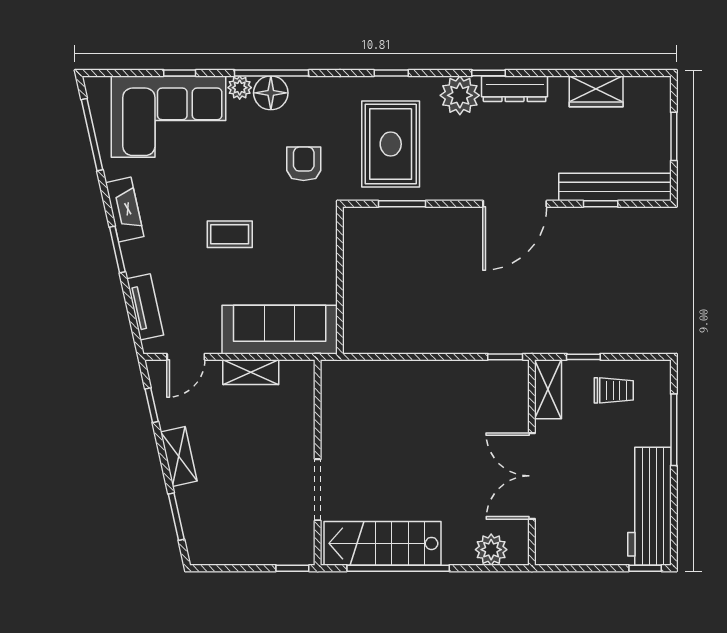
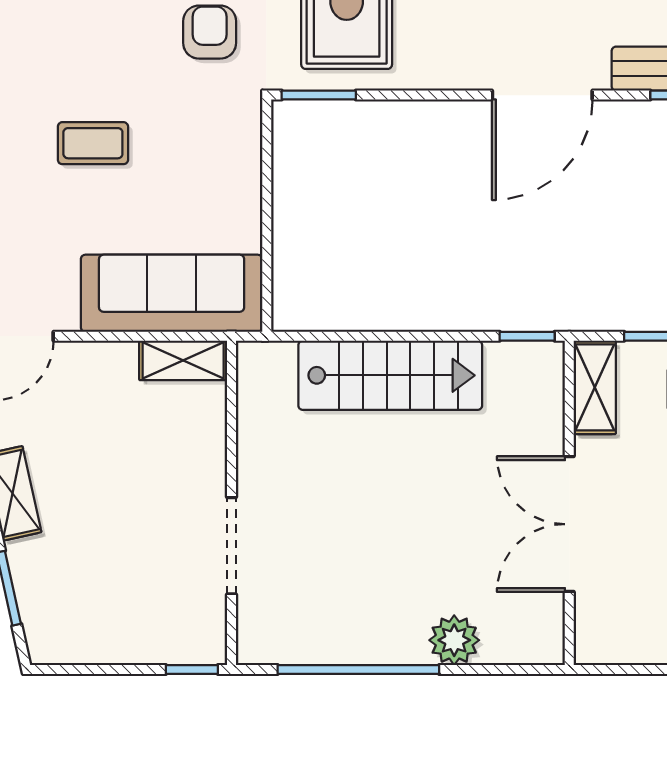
window: (402, 204) -> (319, 95), moved
shelving: (251, 372) -> (183, 360), moved
stairs: (383, 543) -> (390, 375), moved, turned 180
plant: (491, 550) -> (454, 640), moved

